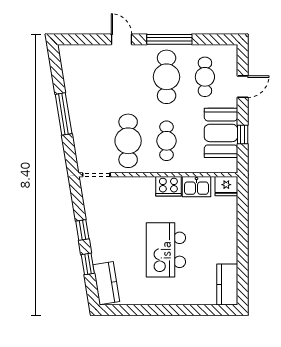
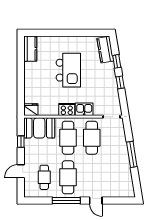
booth: (221, 133) -> (39, 128), moved, turned 90
cafe table: (167, 141) -> (68, 138), width x1.37, depth x1.35
kitchen sink: (196, 187) -> (84, 109), moved

